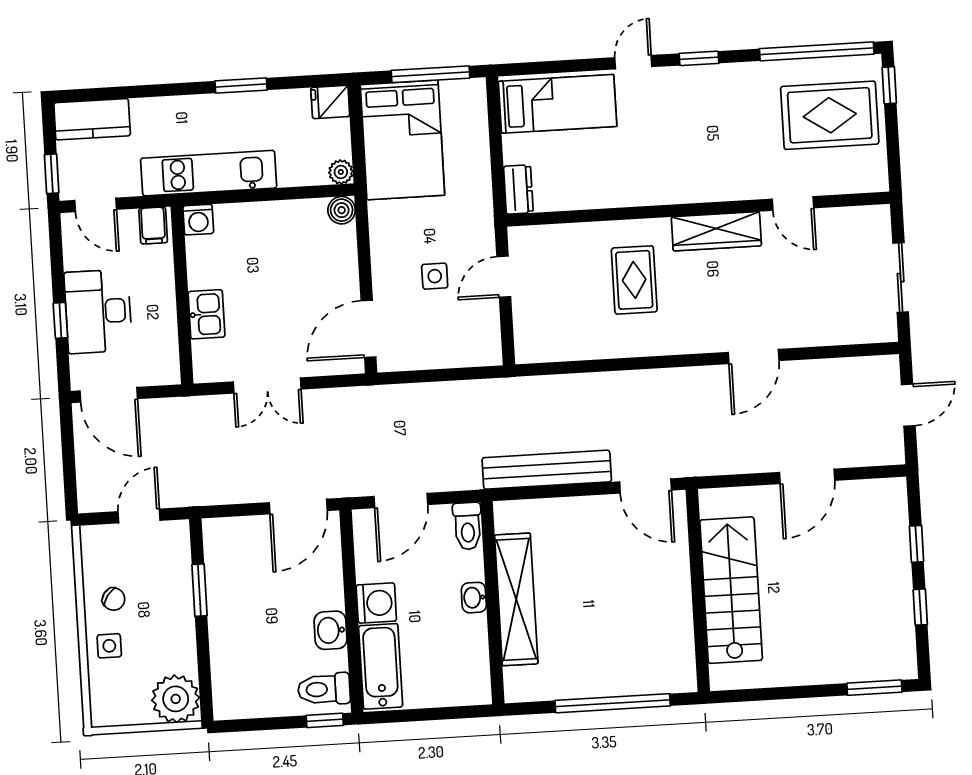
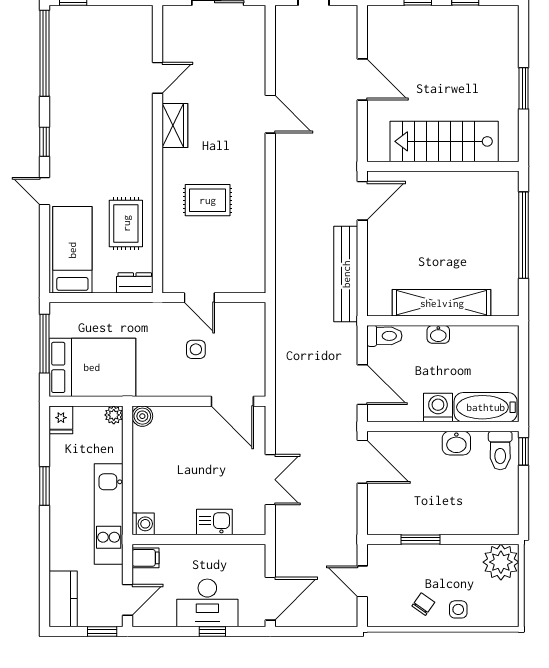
rug: (830, 115) -> (126, 223), moved, width x0.73, depth x0.70
wardrobe: (716, 231) -> (175, 125), width x0.67
window: (874, 688) -> (524, 88), moved

